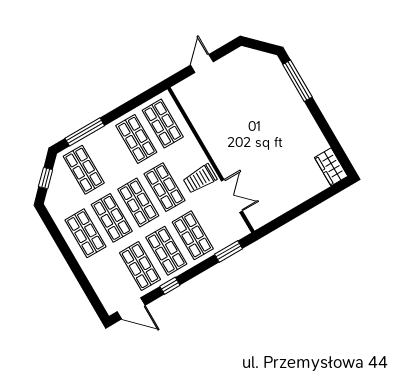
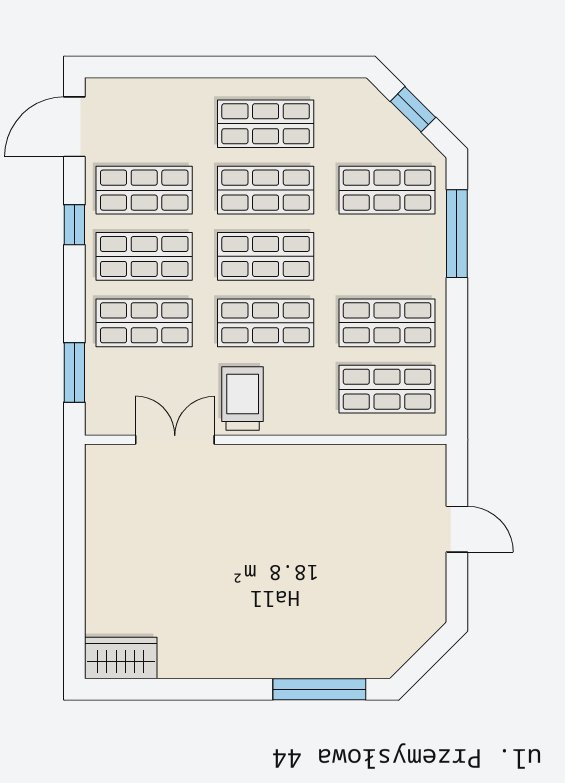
double door: (232, 196) -> (175, 440), swing flipped

